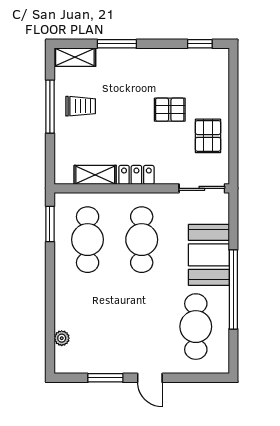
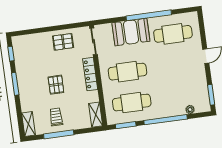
window: (117, 44) -> (15, 84), moved
pallet: (170, 110) -> (56, 85), moved
shelving: (95, 175) -> (96, 115), moved
locker: (136, 175) -> (90, 74), width x1.53
window: (50, 294) -> (166, 120), added
window: (105, 378) -> (211, 95), moved

